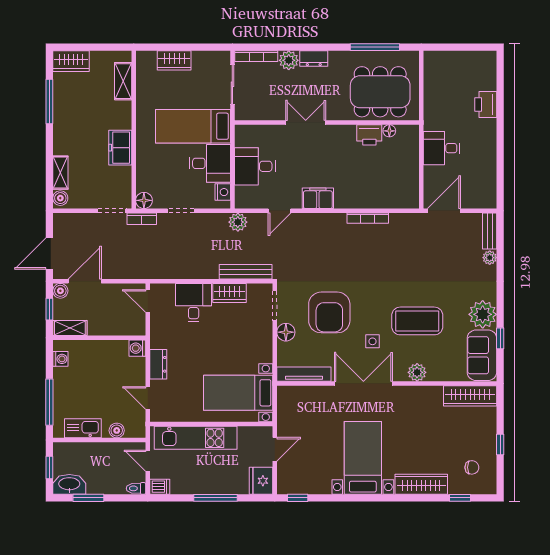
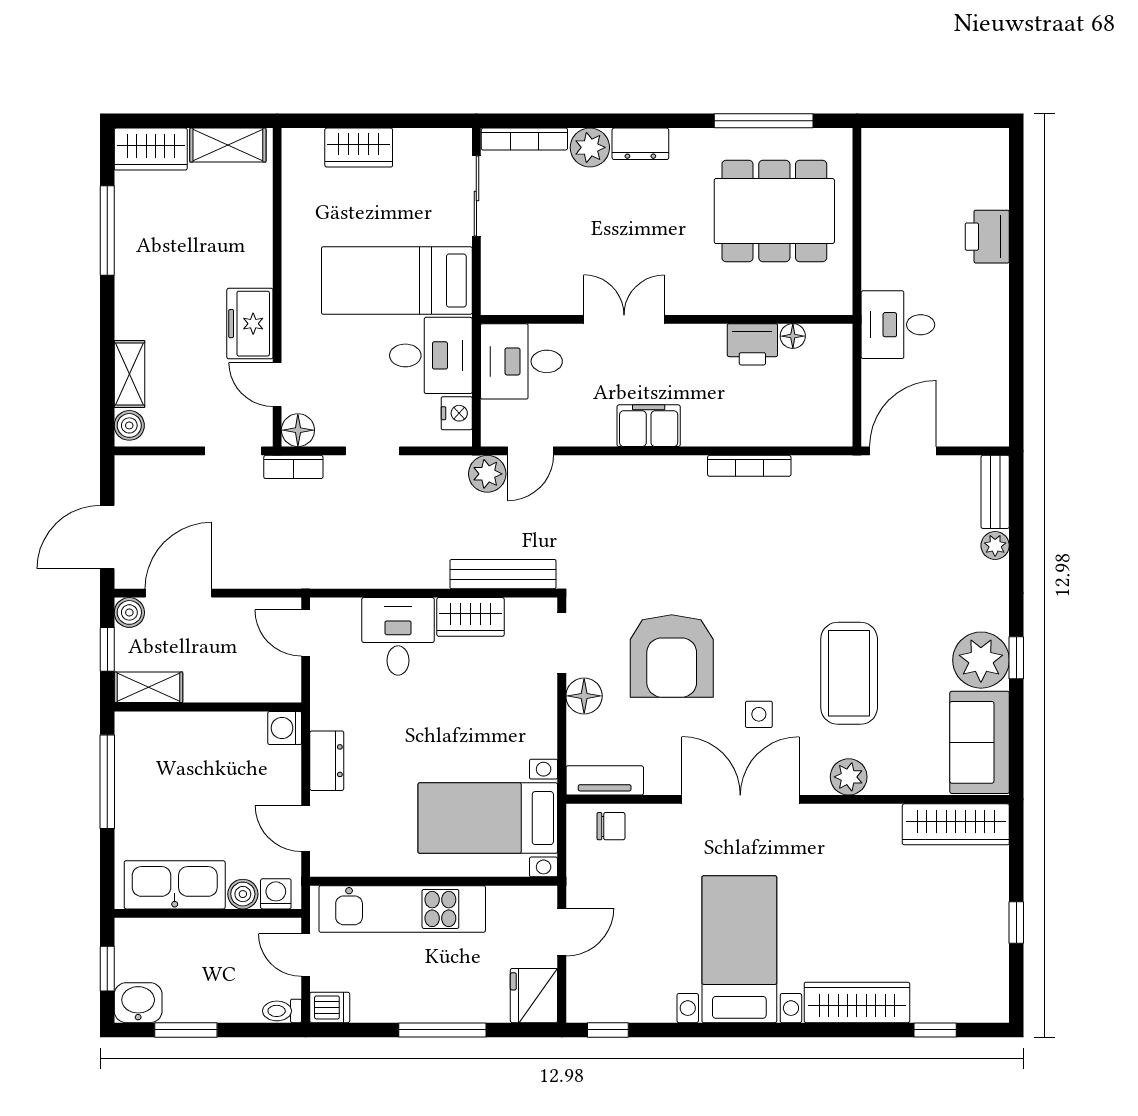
shelving: (123, 81) -> (228, 145), moved, turned 90
double door: (306, 123) -> (624, 319), moved
wall: (327, 123) -> (667, 319), moved
floor lamp: (389, 131) -> (793, 336), moved
printer: (369, 135) -> (752, 344), moved
door: (134, 178) -> (277, 385), added
door: (280, 211) -> (530, 451), moved
coffee table: (417, 321) -> (849, 673), turned 90
window: (500, 338) -> (1016, 658), moved
washing machine: (60, 359) -> (276, 894), moved, turned -90
tv unit: (304, 374) -> (605, 780), width x0.71
window: (49, 402) -> (107, 782), moved
kitchen sink: (83, 428) -> (175, 885), width x1.36, depth x1.24
chair: (472, 467) -> (611, 826), moved
washbasin: (69, 484) -> (138, 1003), width x0.72

